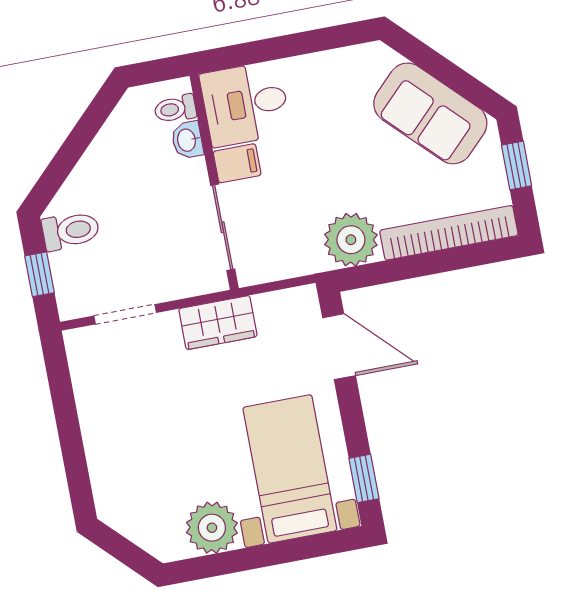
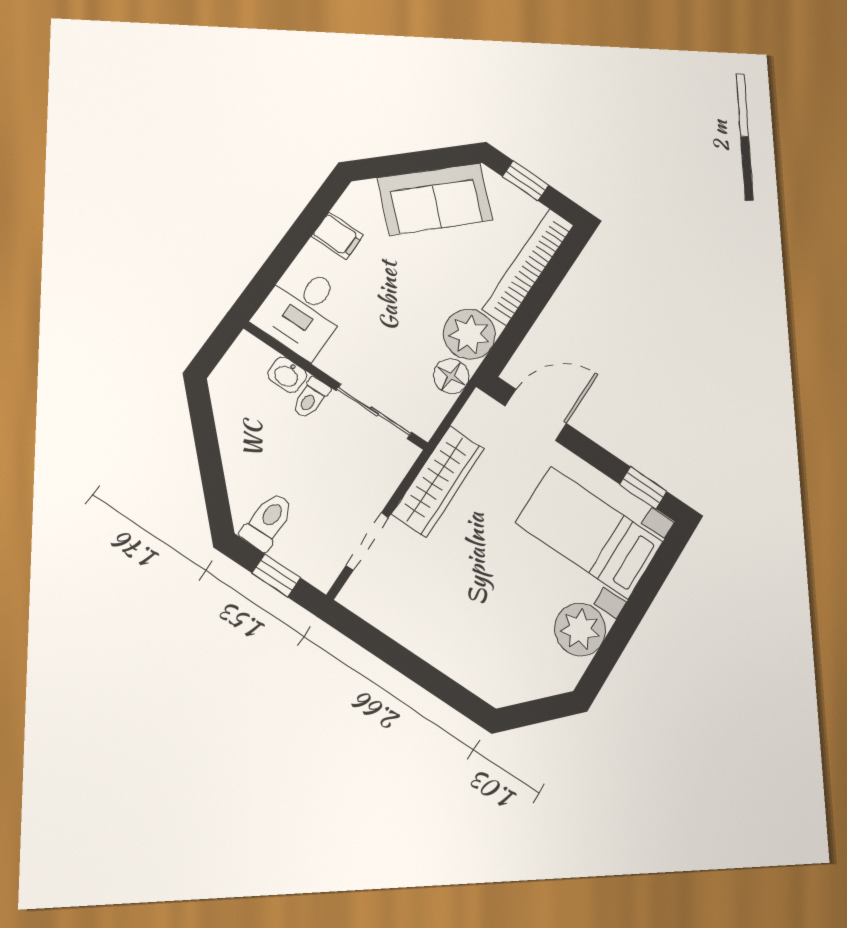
toilet: (175, 109) -> (311, 398), moved
filing cabinet: (237, 163) -> (337, 236), moved, turned 90
floor lamp: (305, 257) -> (451, 376), added
wardrobe: (218, 323) -> (438, 481), width x1.50

